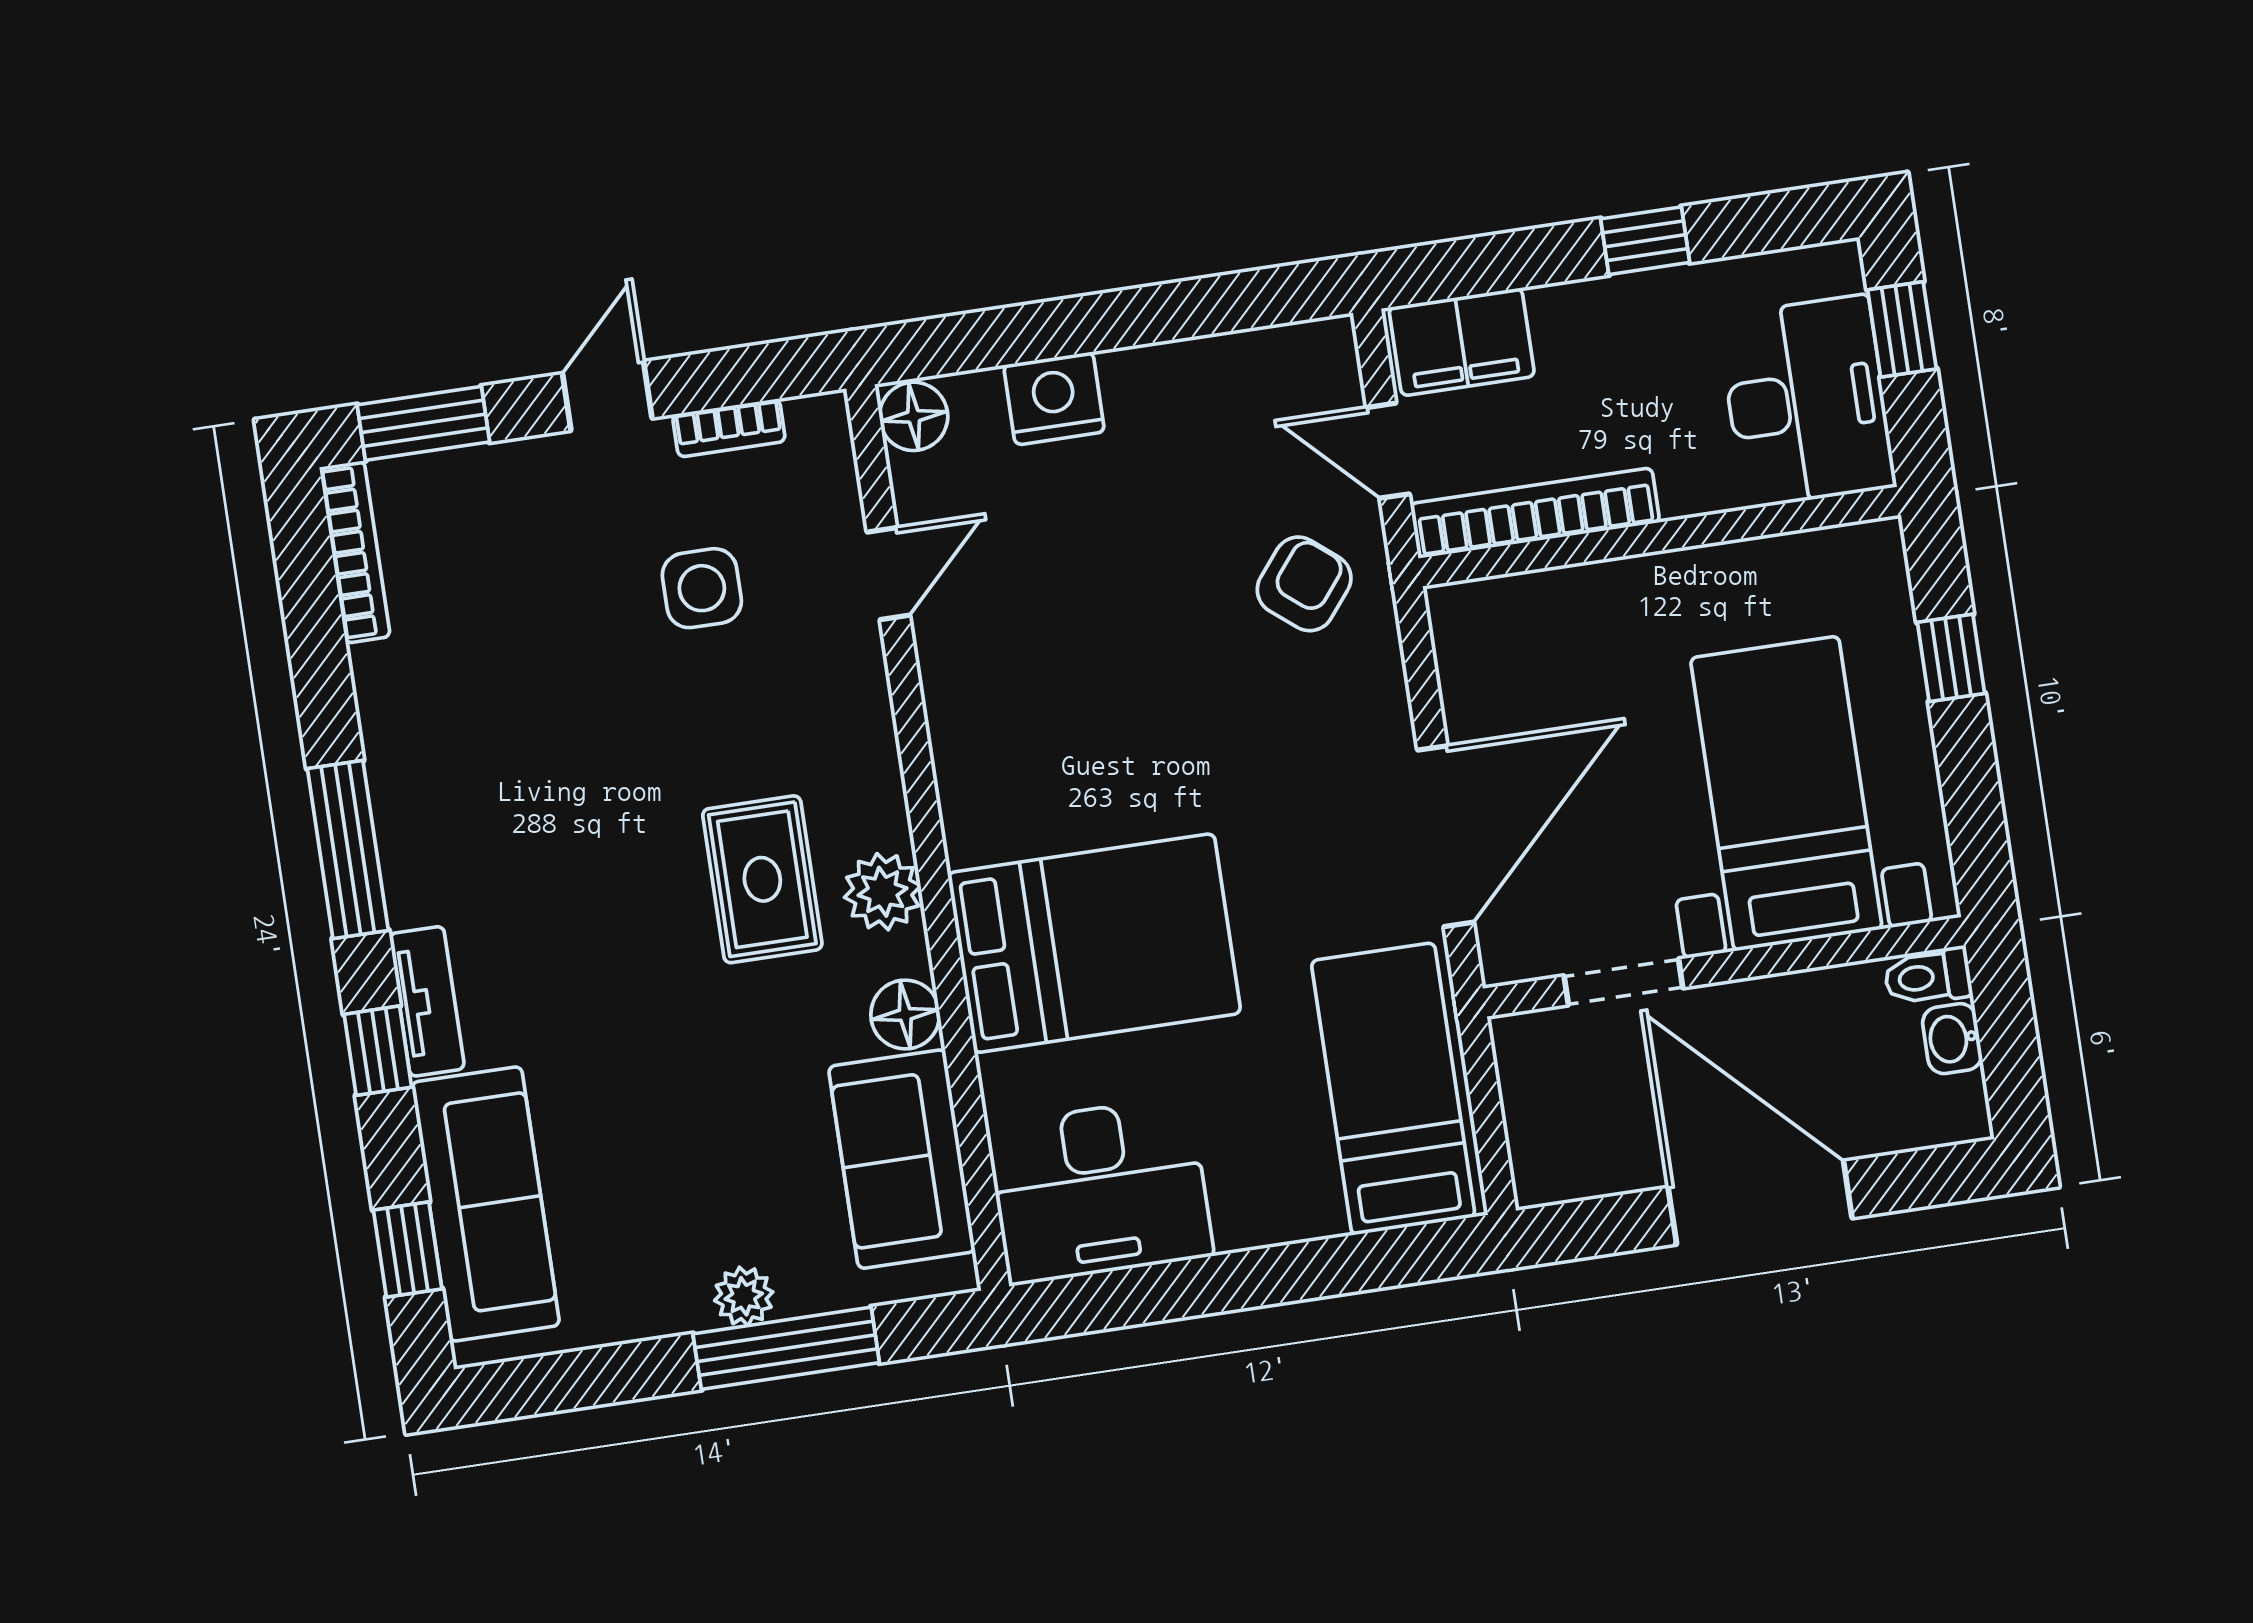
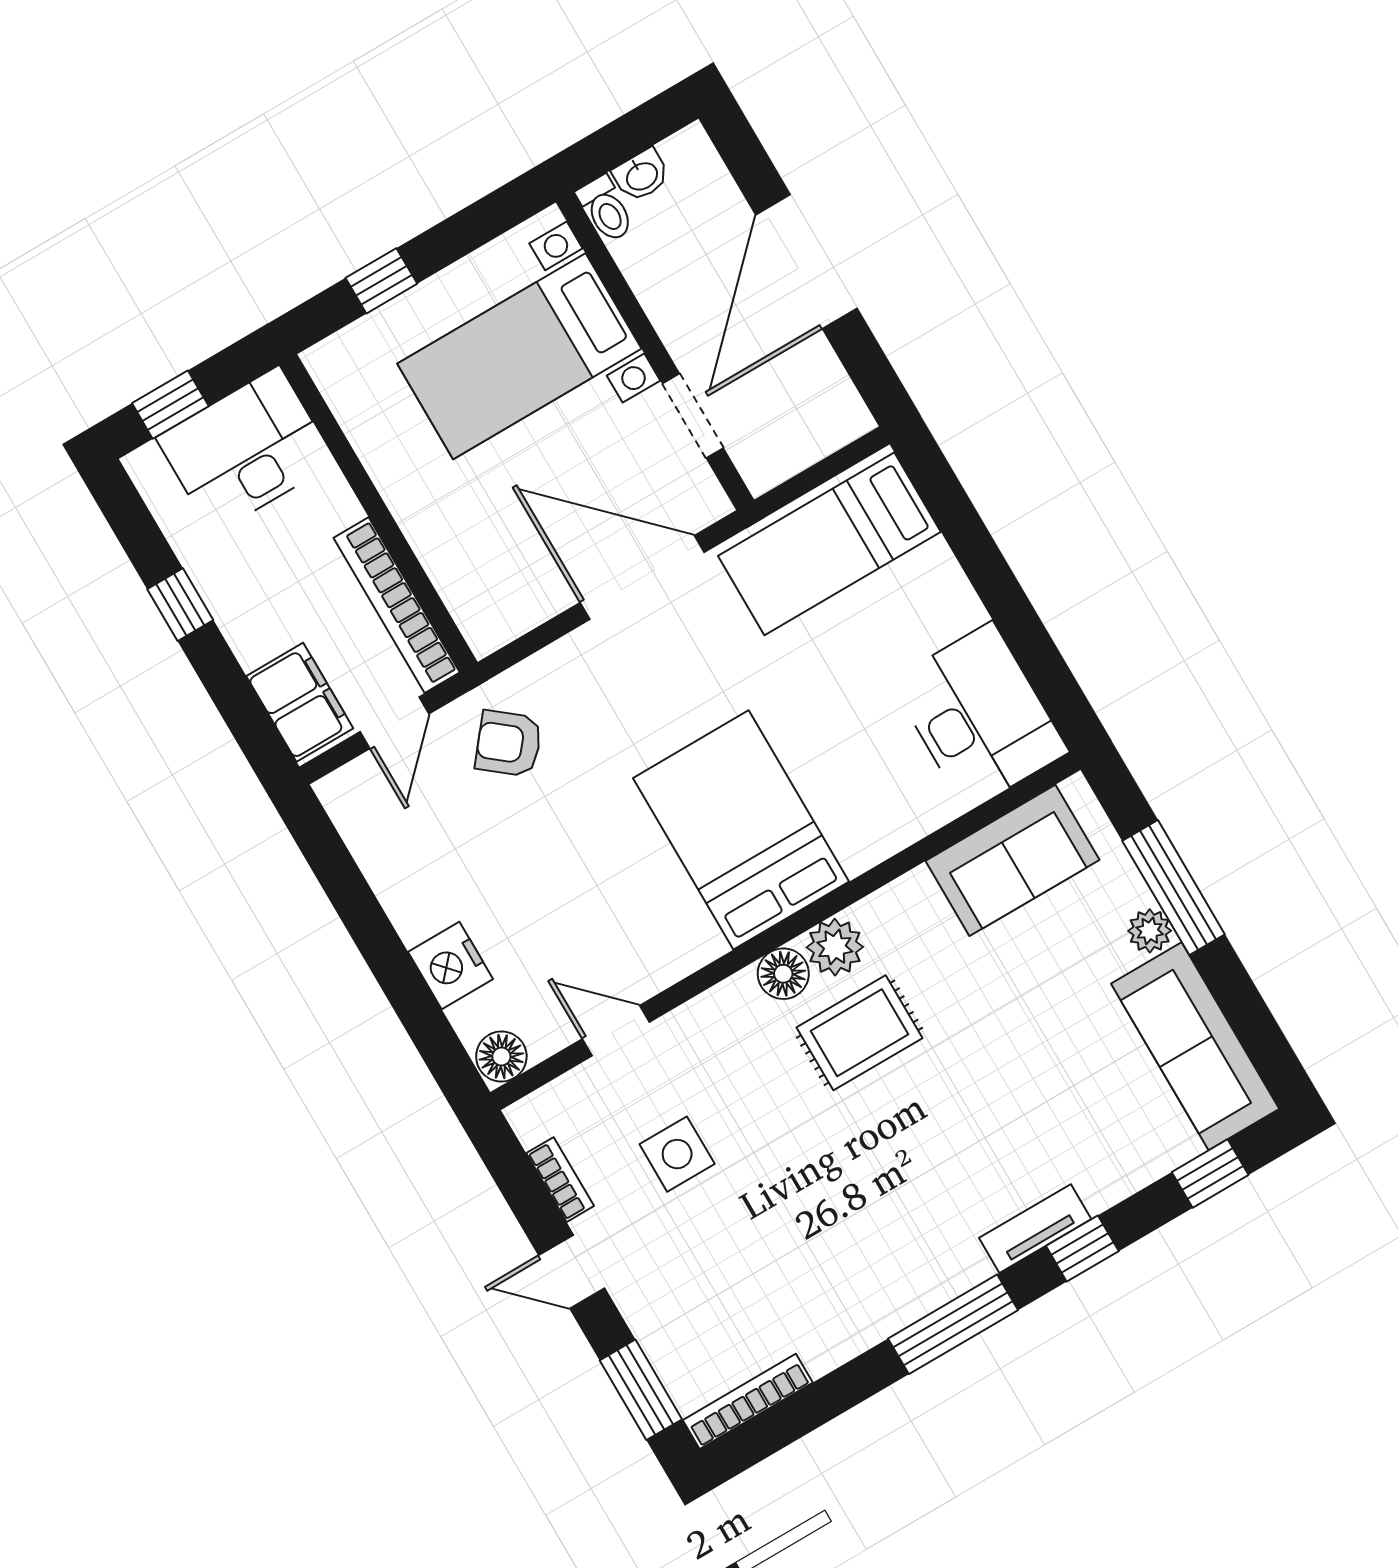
bed: (1094, 943) -> (741, 830), moved
floor lamp: (905, 1015) -> (783, 974), moved
sofa: (486, 1204) -> (1195, 1046), moved, turned -90

